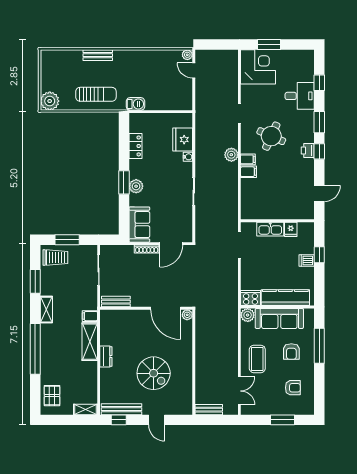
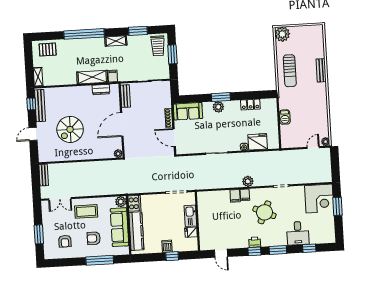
barbecue: (135, 104) -> (285, 117), moved
door: (166, 308) -> (122, 125), moved
dresser: (106, 357) -> (101, 90), moved

